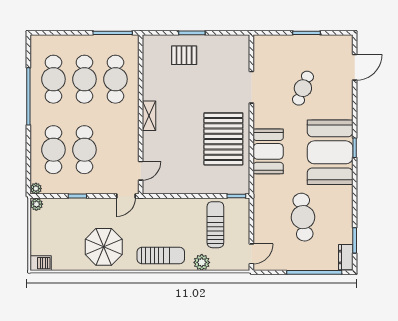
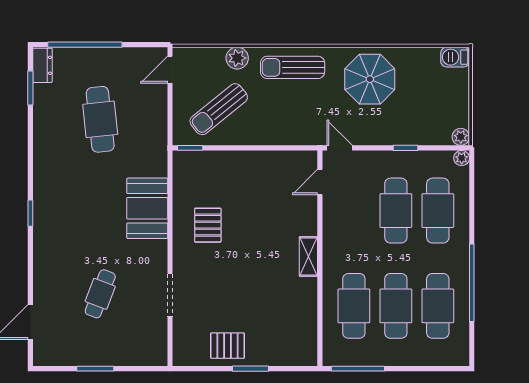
pallet: (184, 55) -> (228, 346), moved
pallet: (223, 139) -> (208, 225), width x0.49, depth x0.50
booth: (330, 152) -> (63, 207), removed
door: (126, 196) -> (340, 148), hinge flipped
sun lounger: (215, 225) -> (219, 109), turned 51

